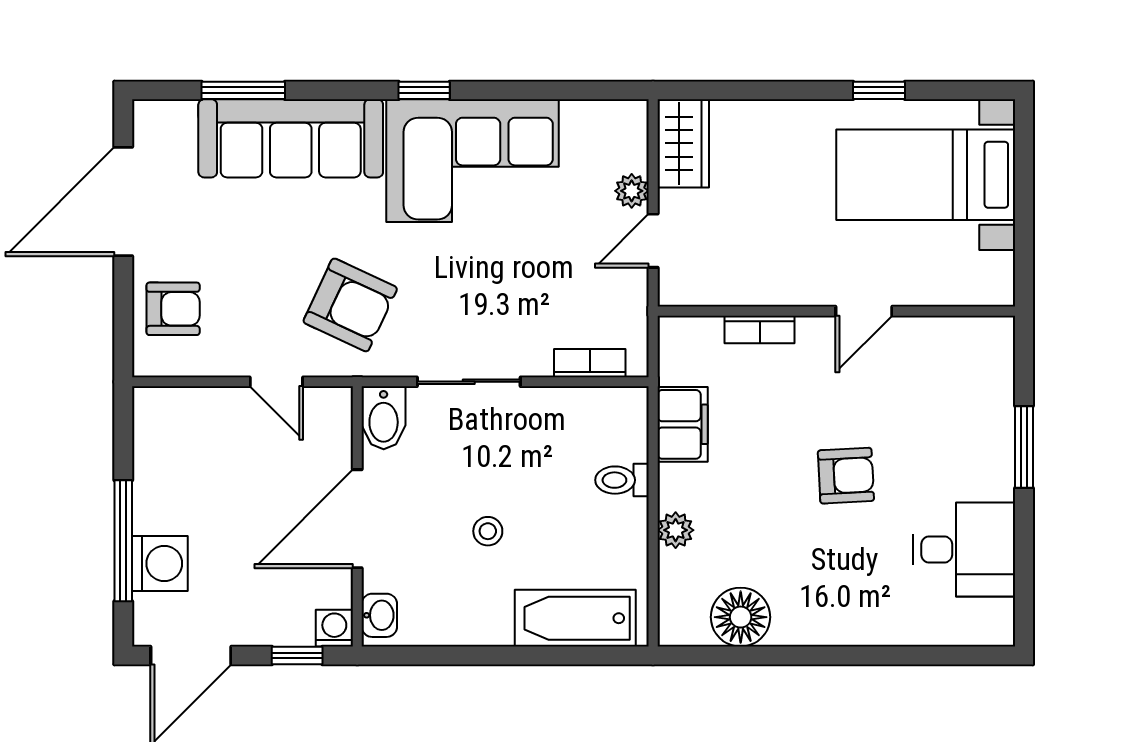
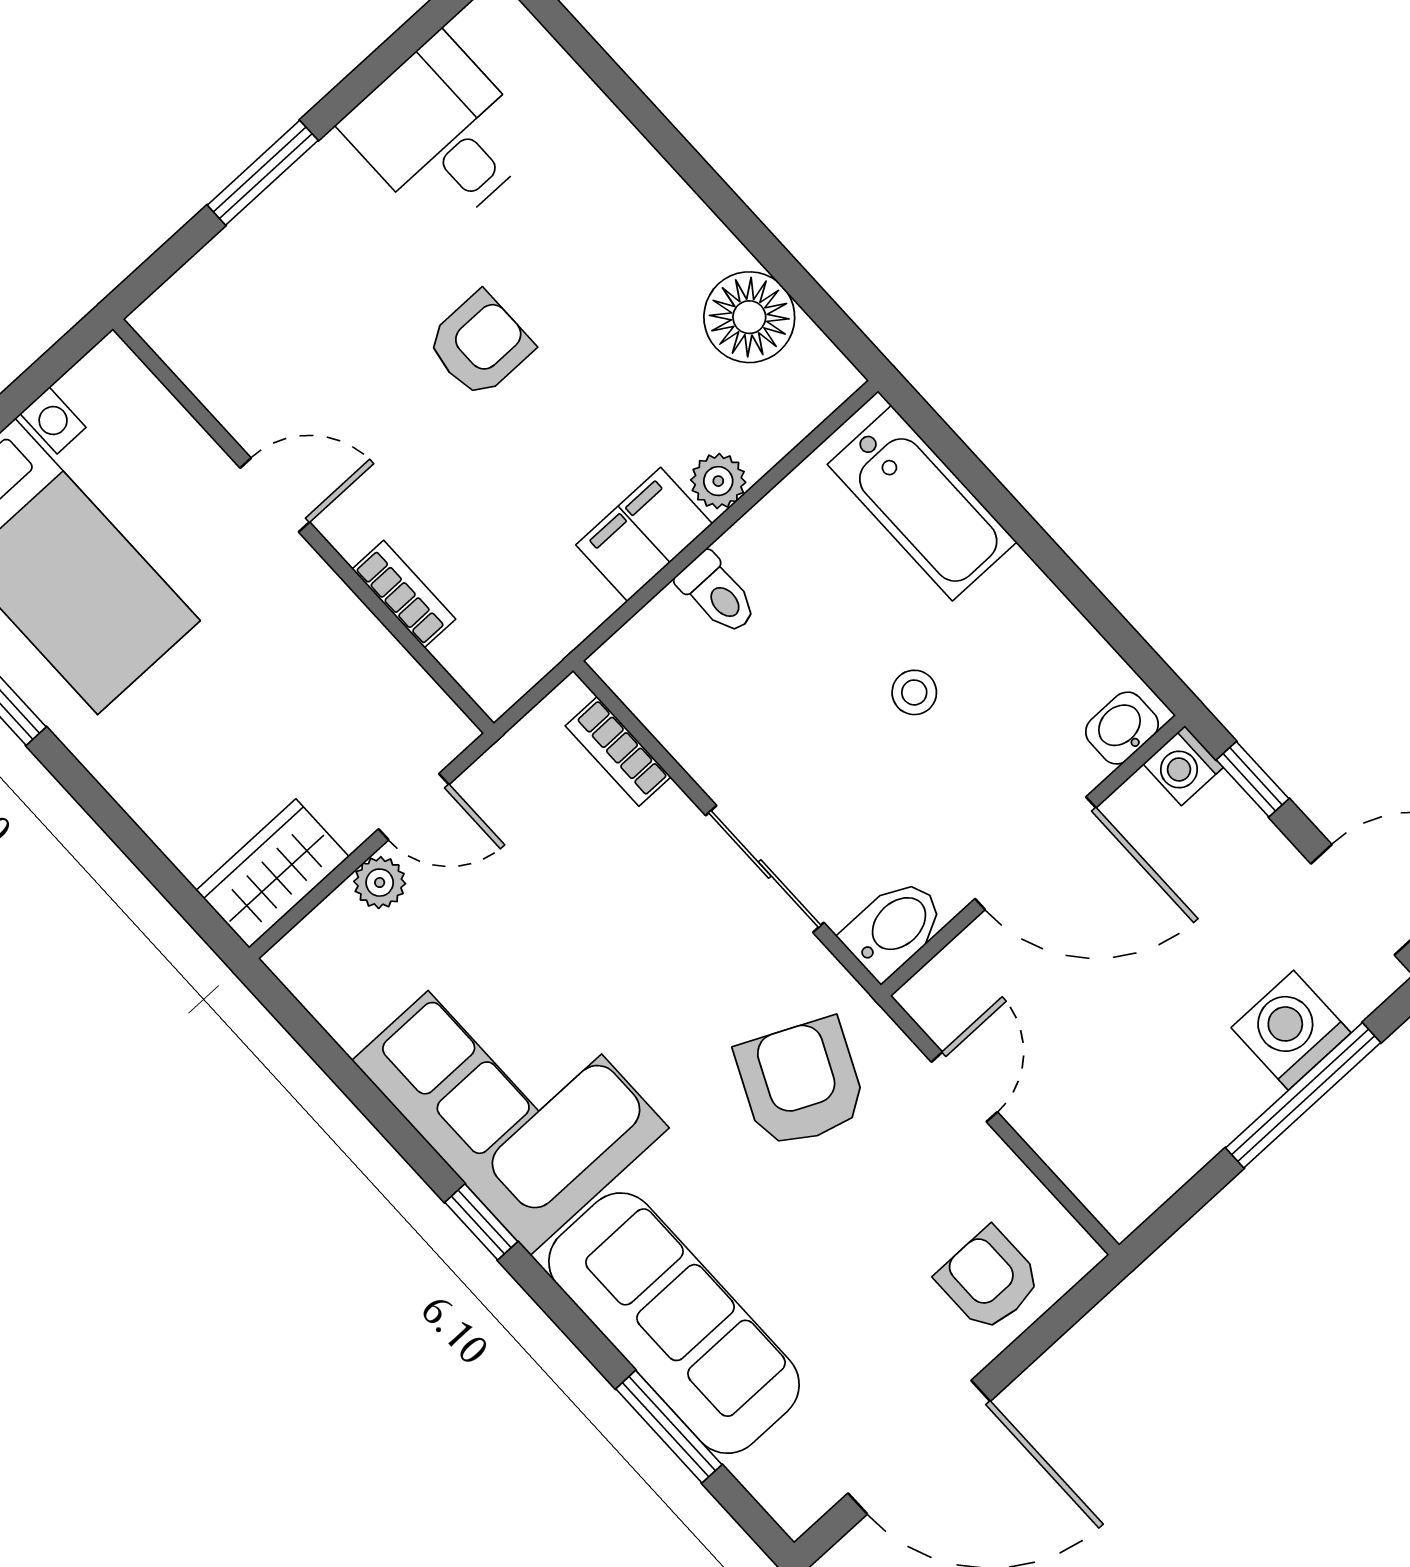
filing cabinet: (683, 424) -> (644, 534), moved
armchair: (846, 476) -> (480, 345), turned 93

